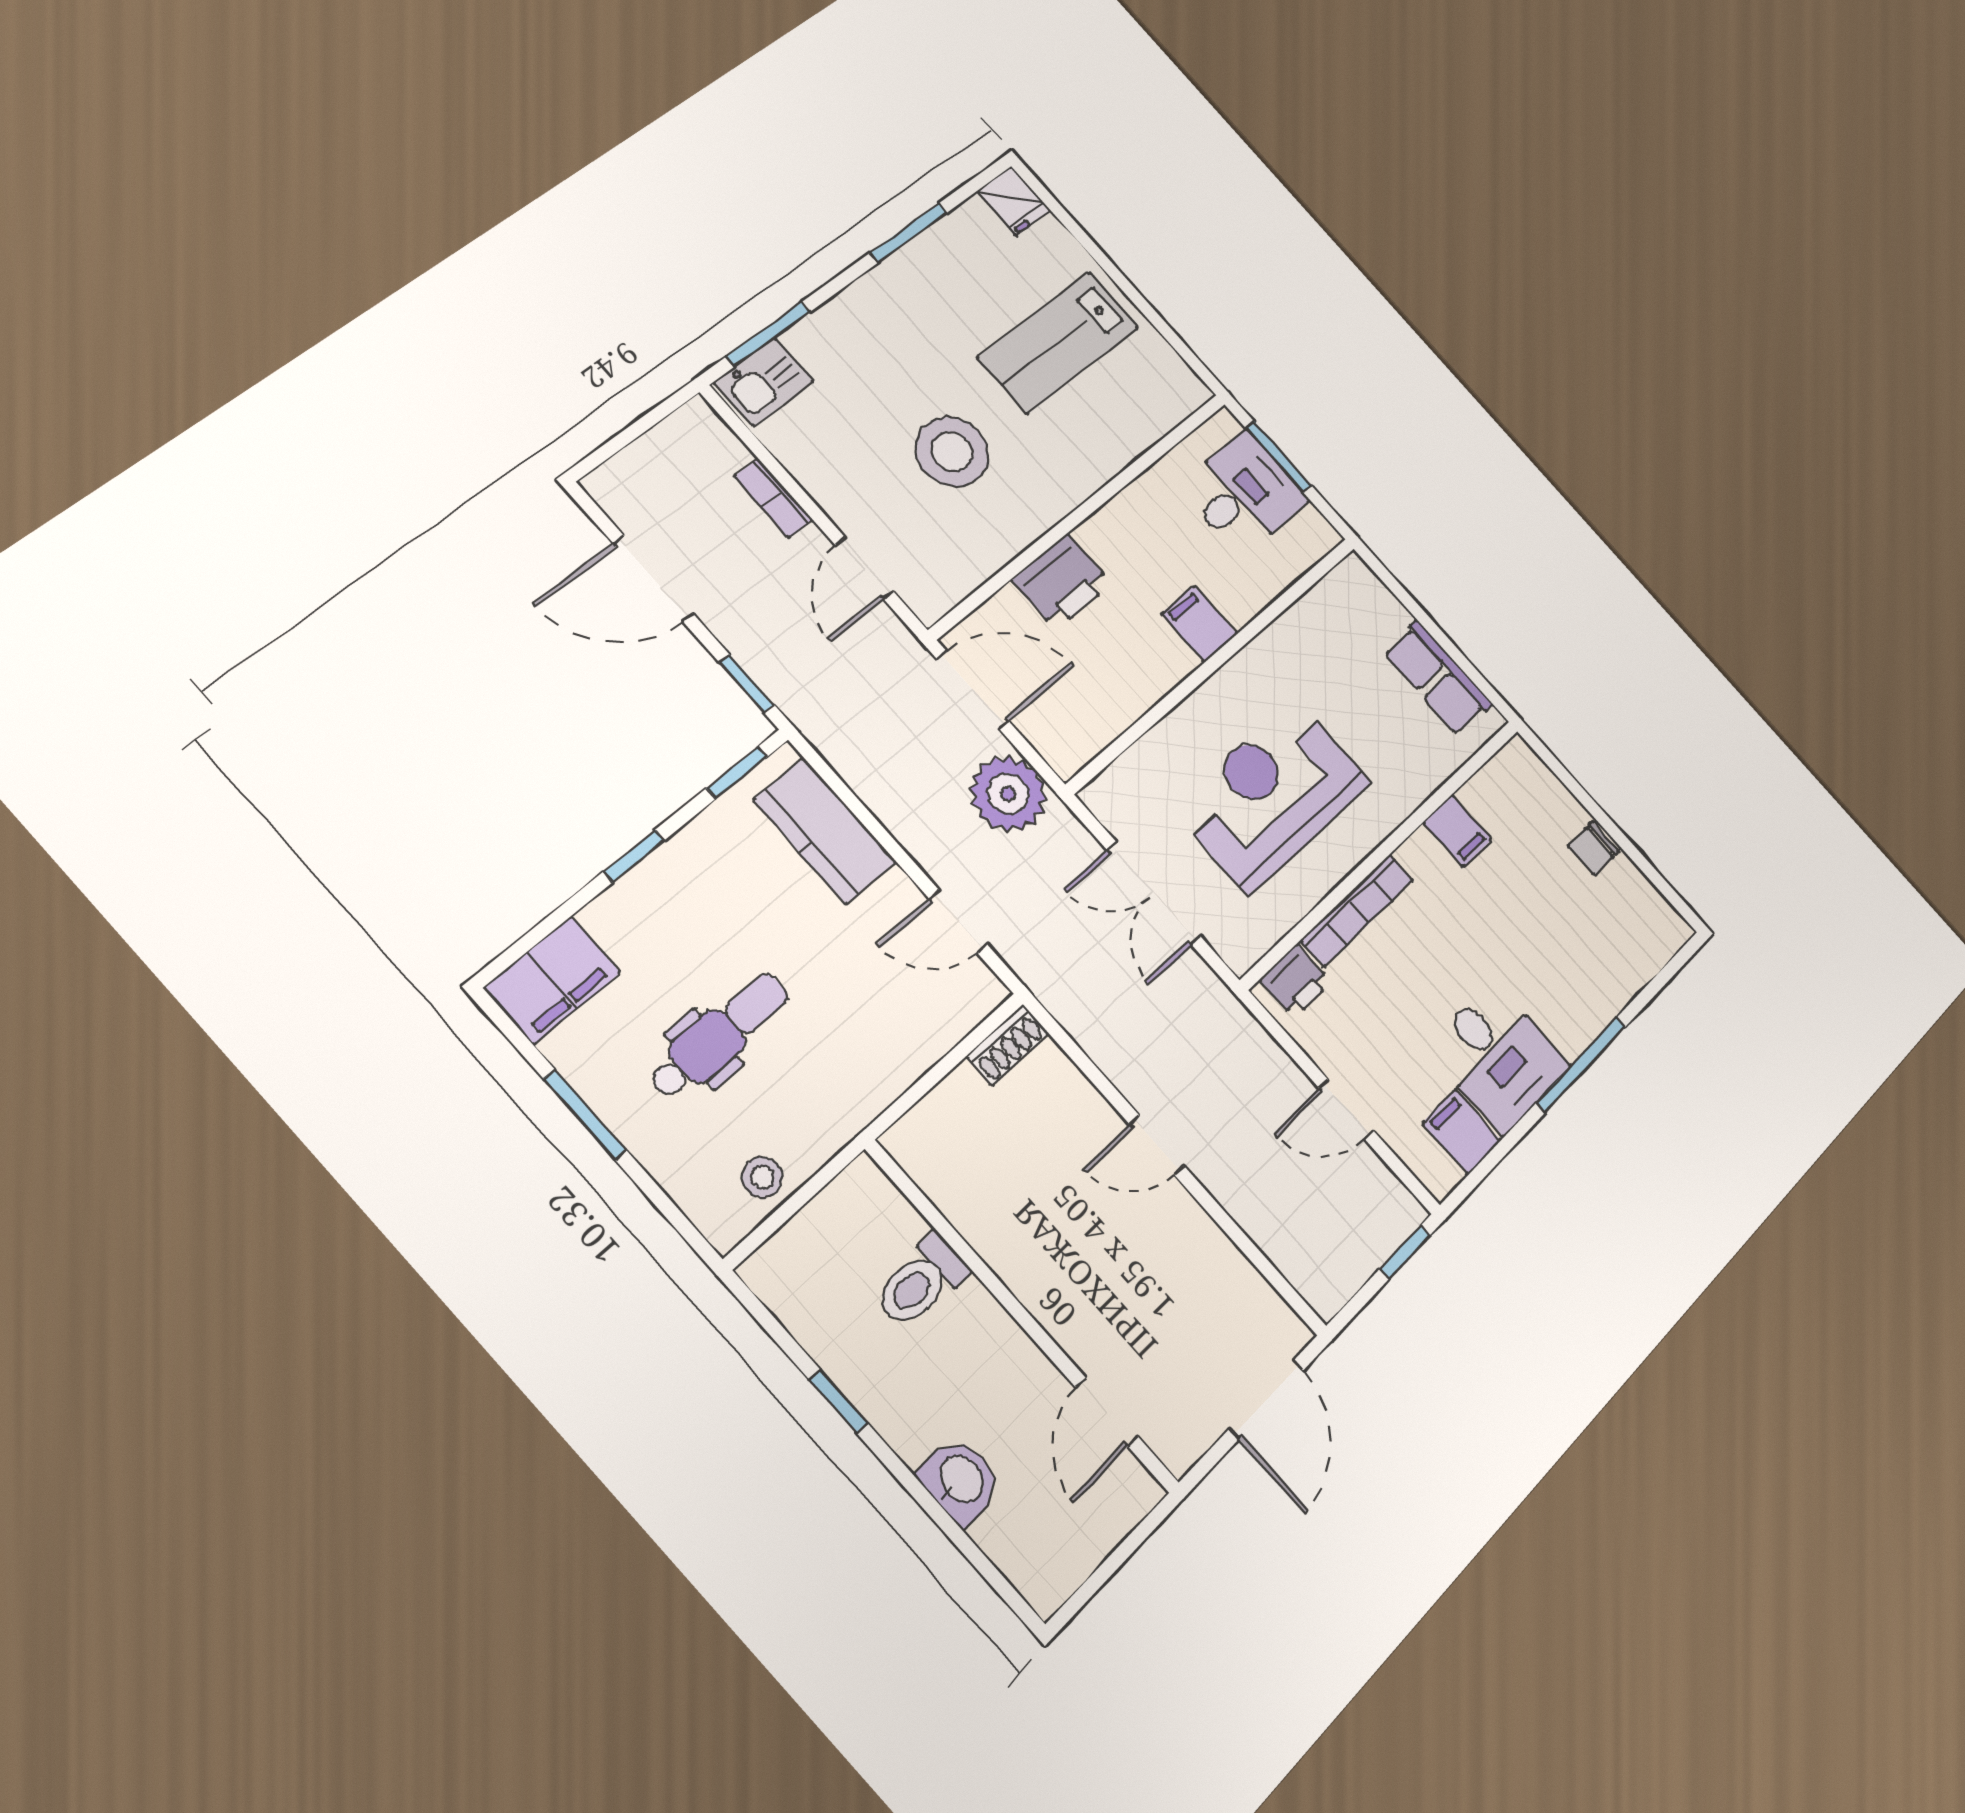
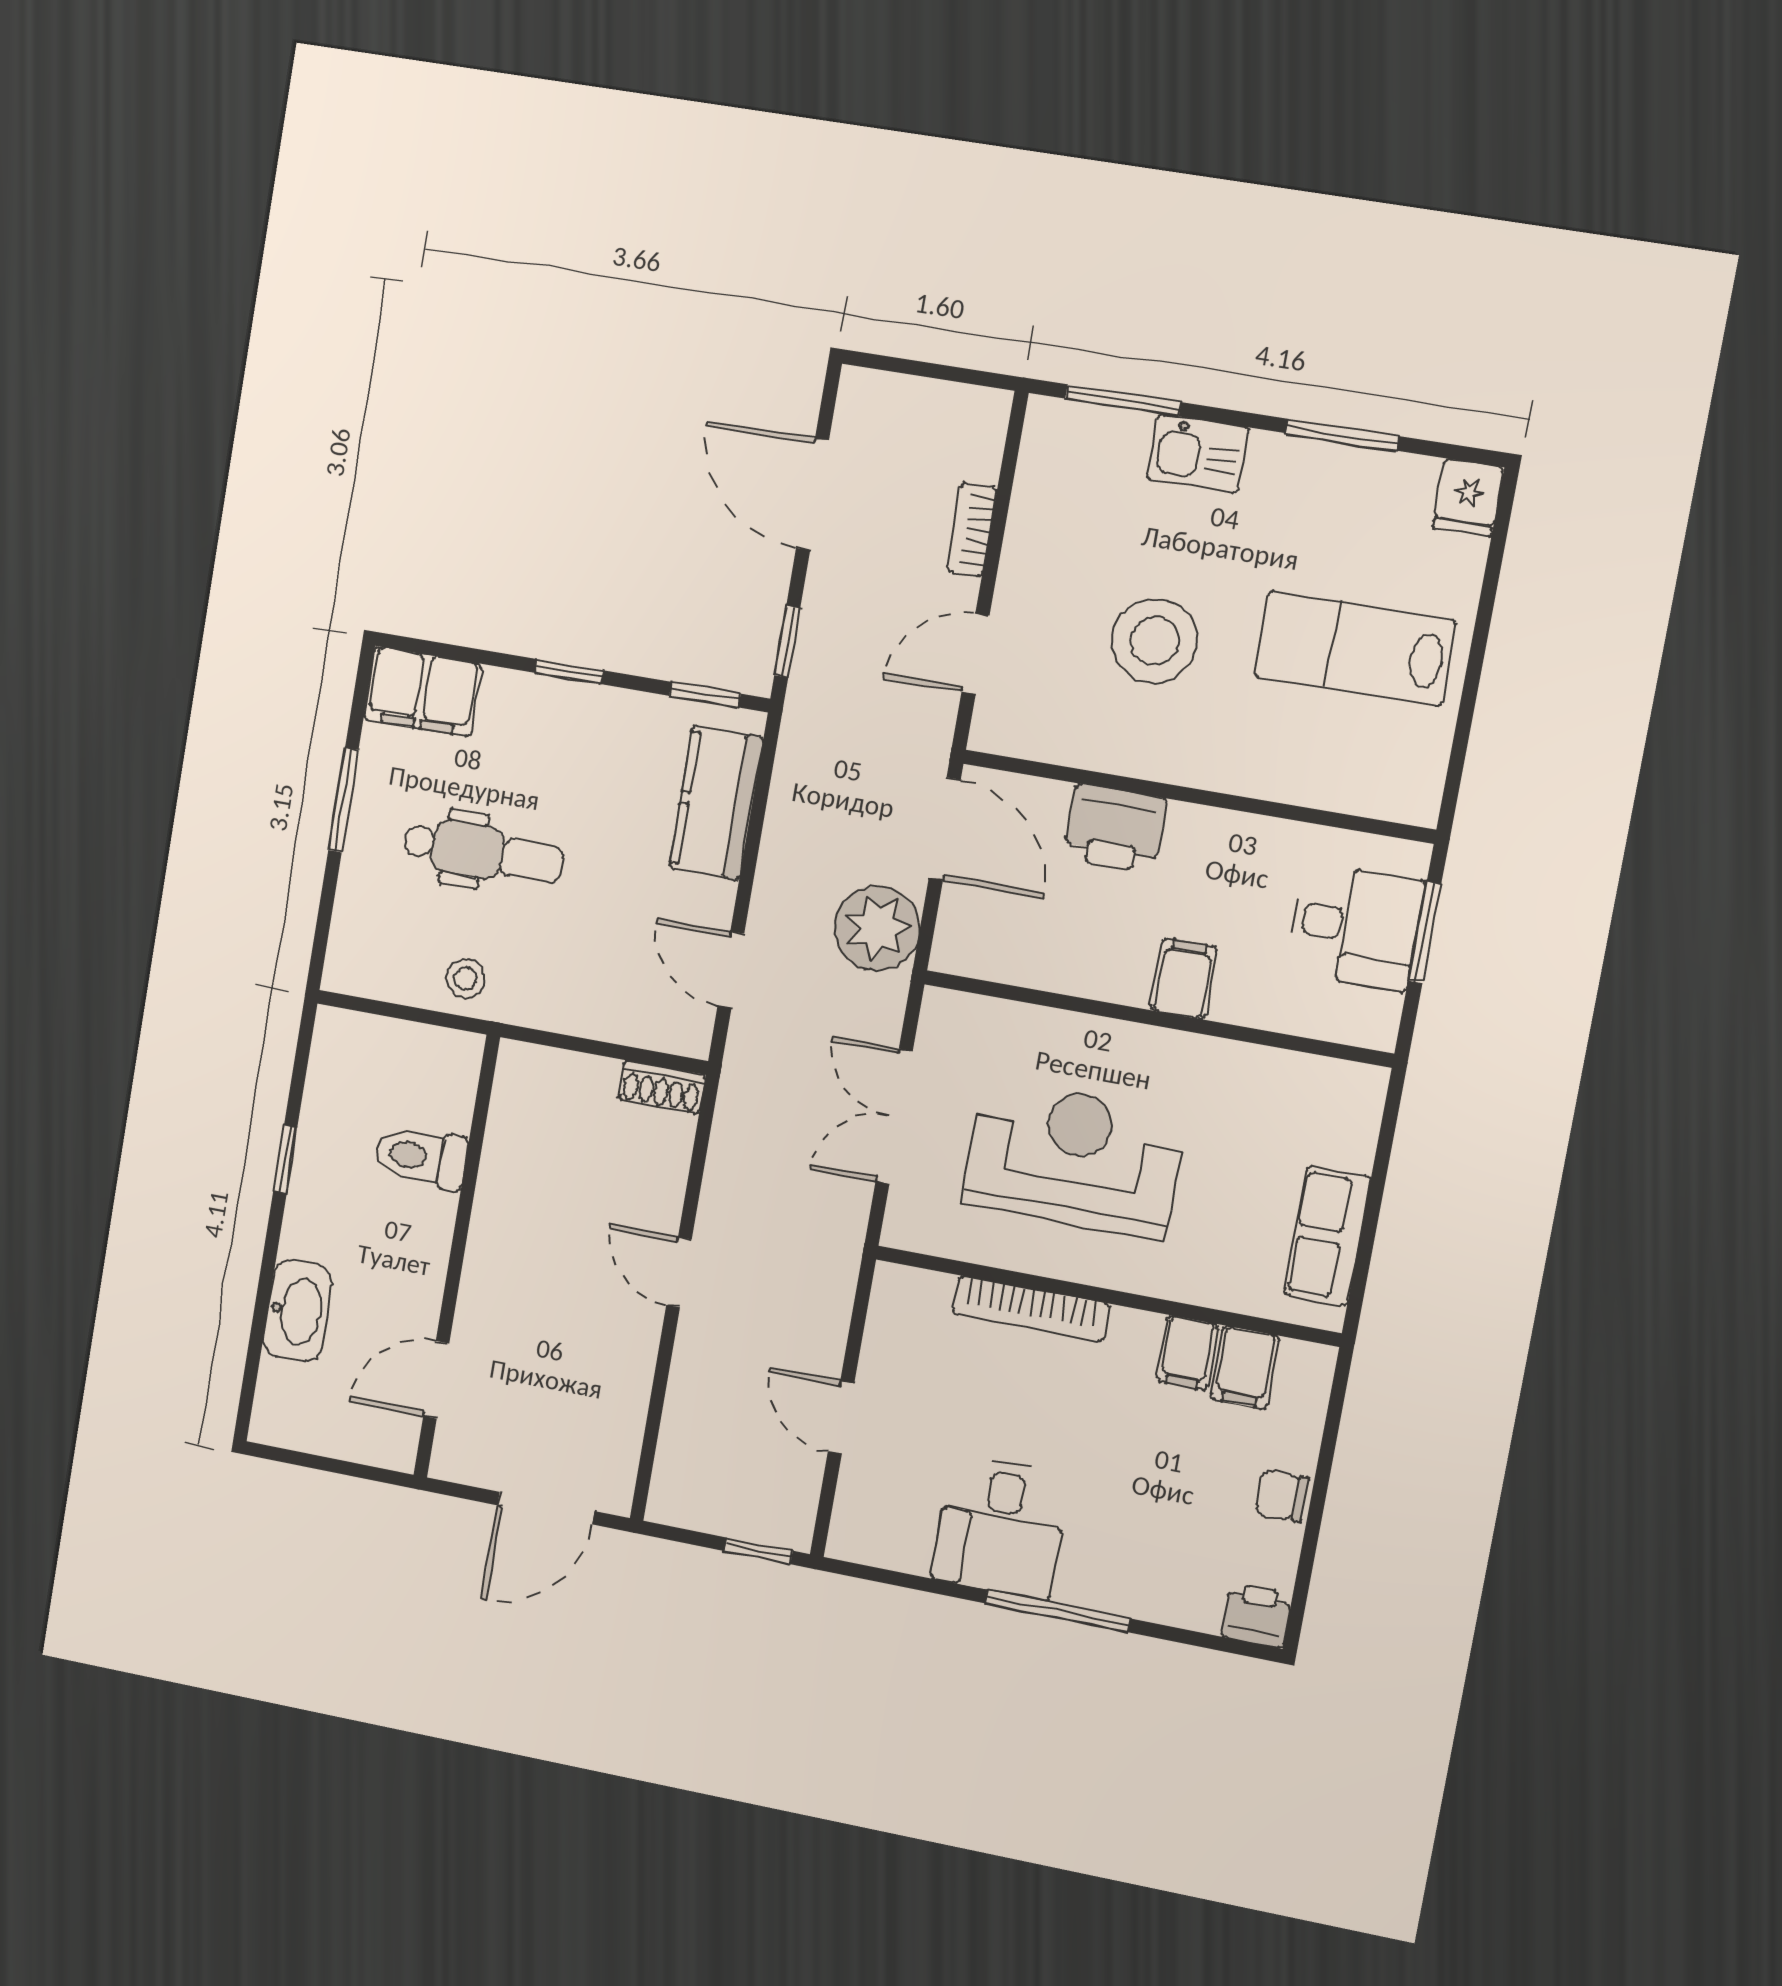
kitchen sink: (764, 382) -> (1197, 453), moved
printer: (1296, 981) -> (1257, 1615), moved, turned 180
filing cabinet: (1462, 1132) -> (1245, 1367), moved, turned 180
stool: (762, 1177) -> (465, 978), moved
washbasin: (960, 1480) -> (297, 1311), width x1.38

